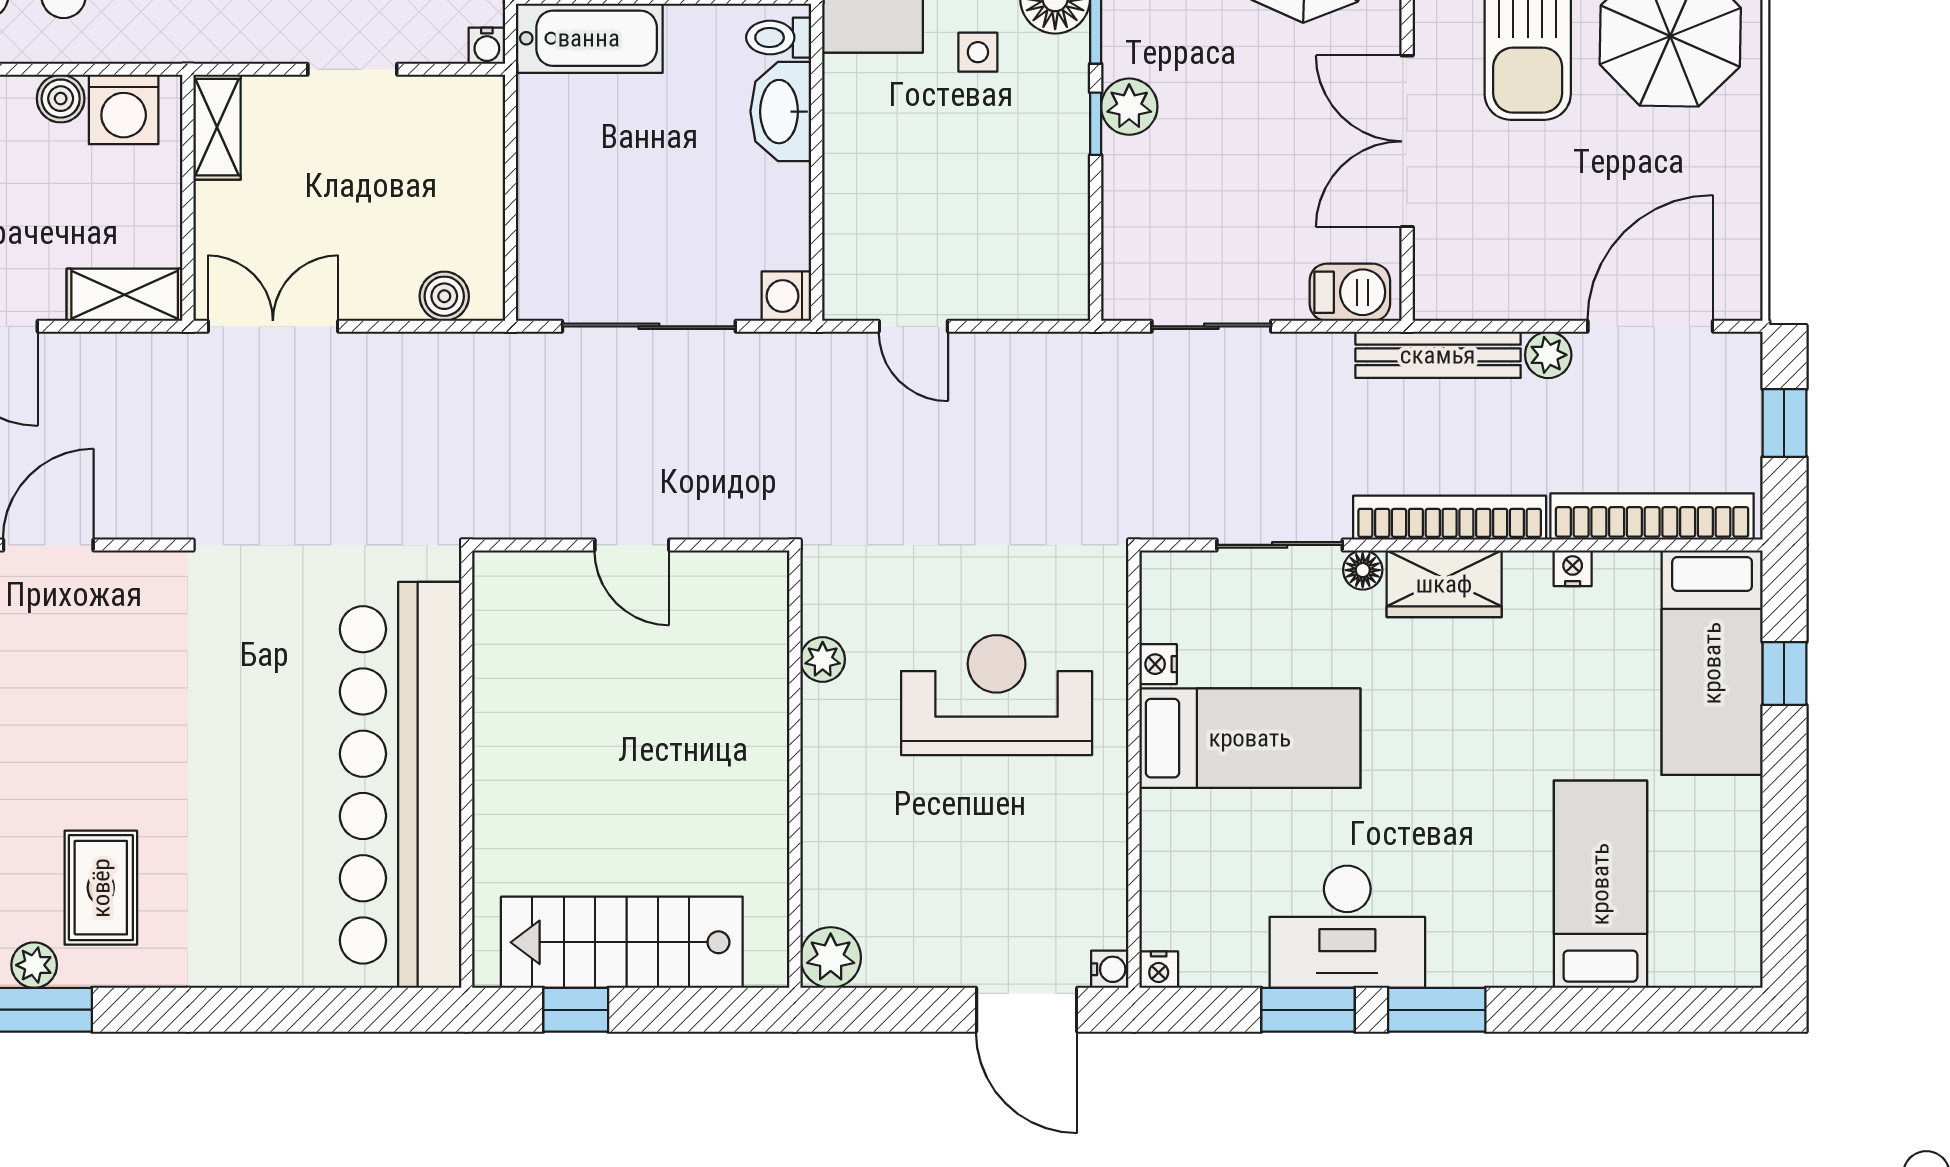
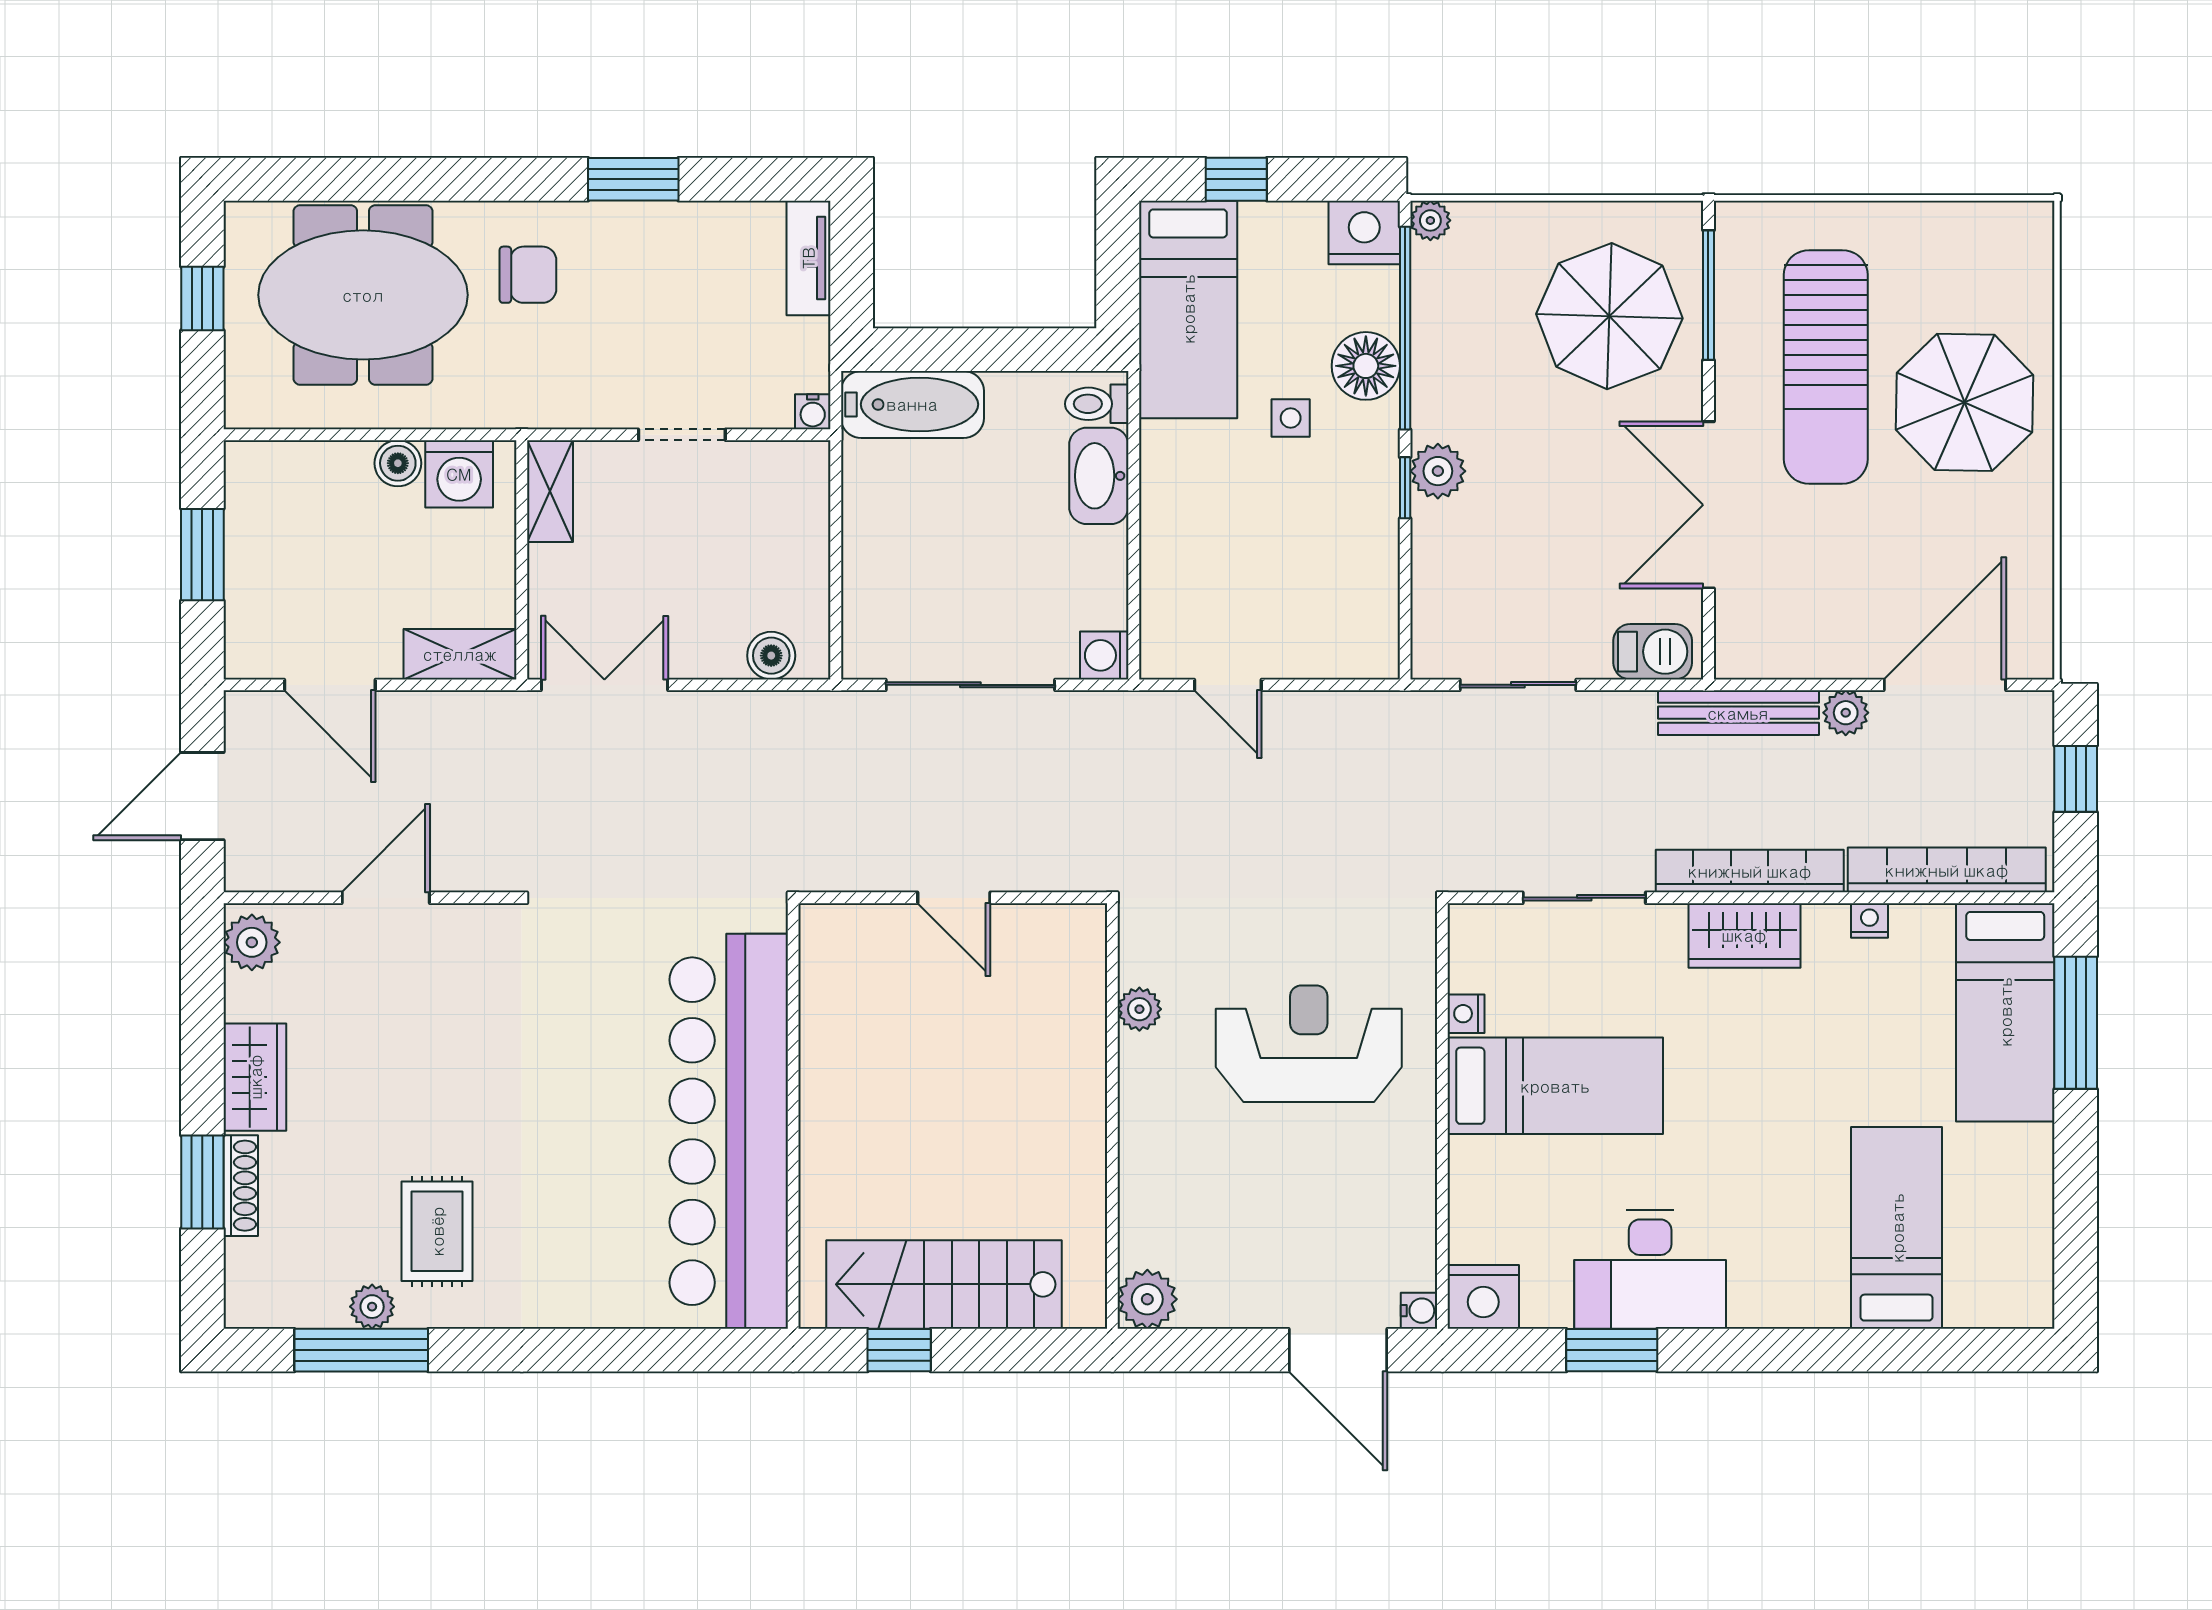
floor lamp: (1363, 570) -> (1665, 922), removed
window: (1784, 673) -> (2076, 1023), width x2.17
nightstand: (1159, 970) -> (1483, 1297), width x1.89, depth x1.79
window: (1437, 1010) -> (1737, 1350), removed

